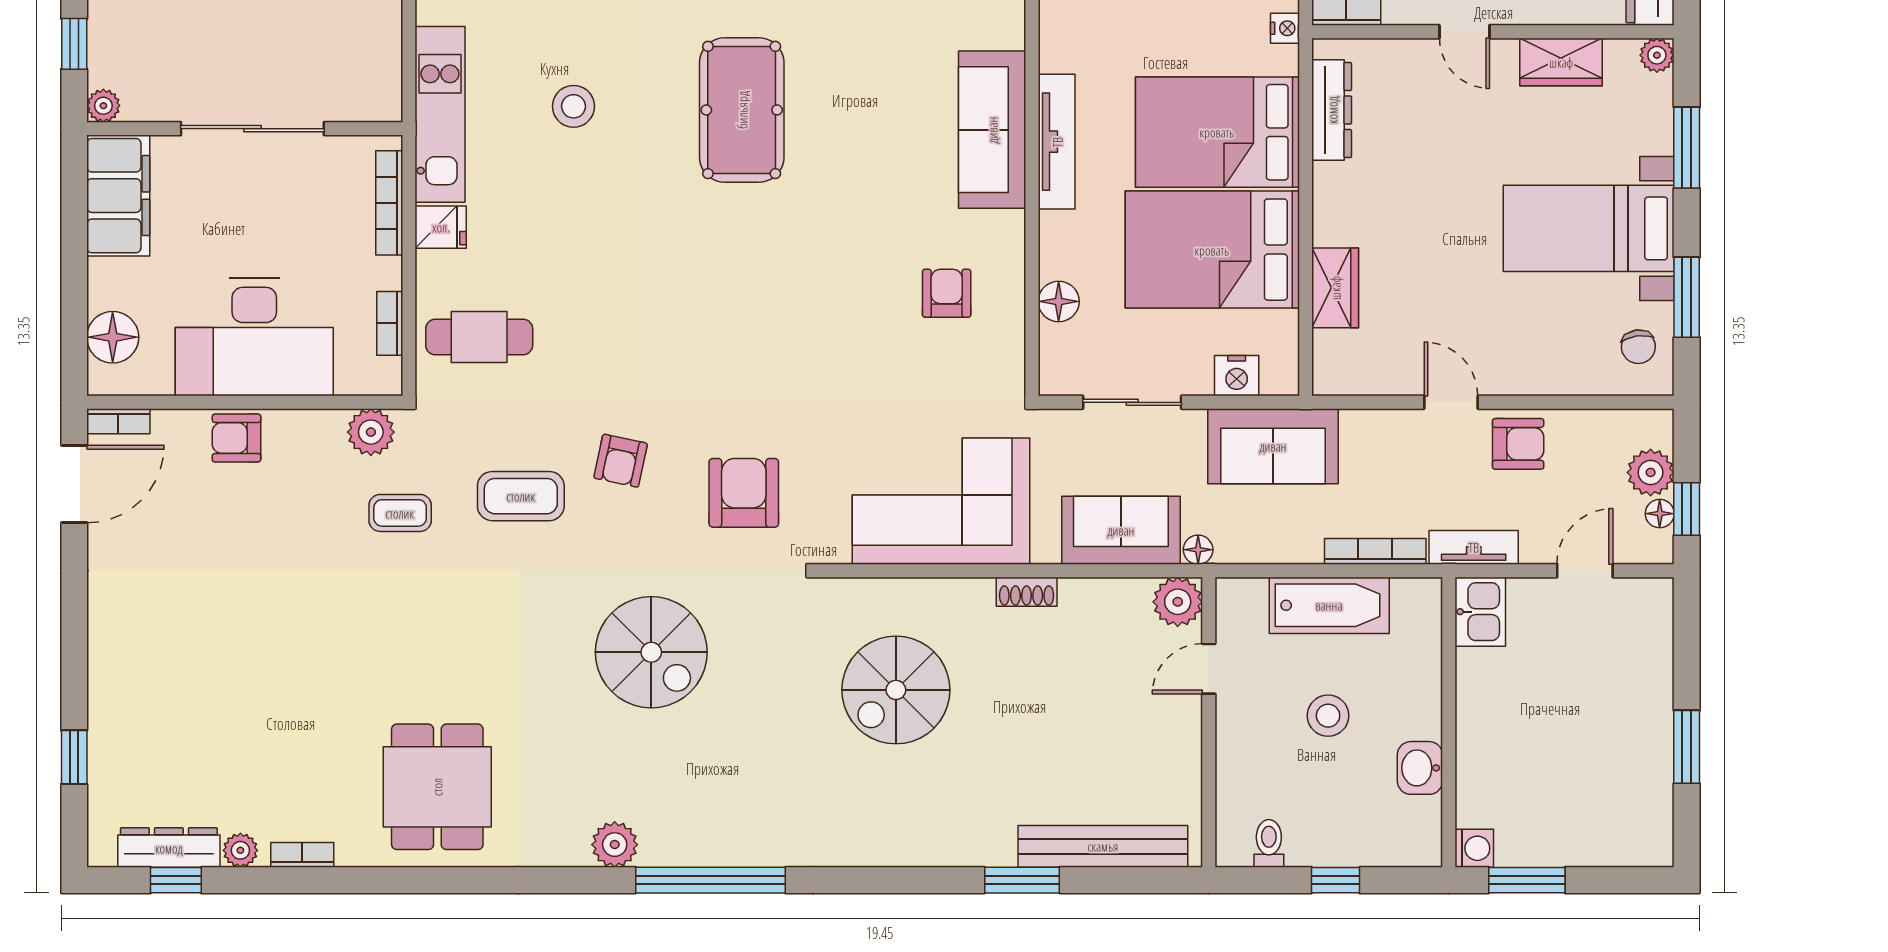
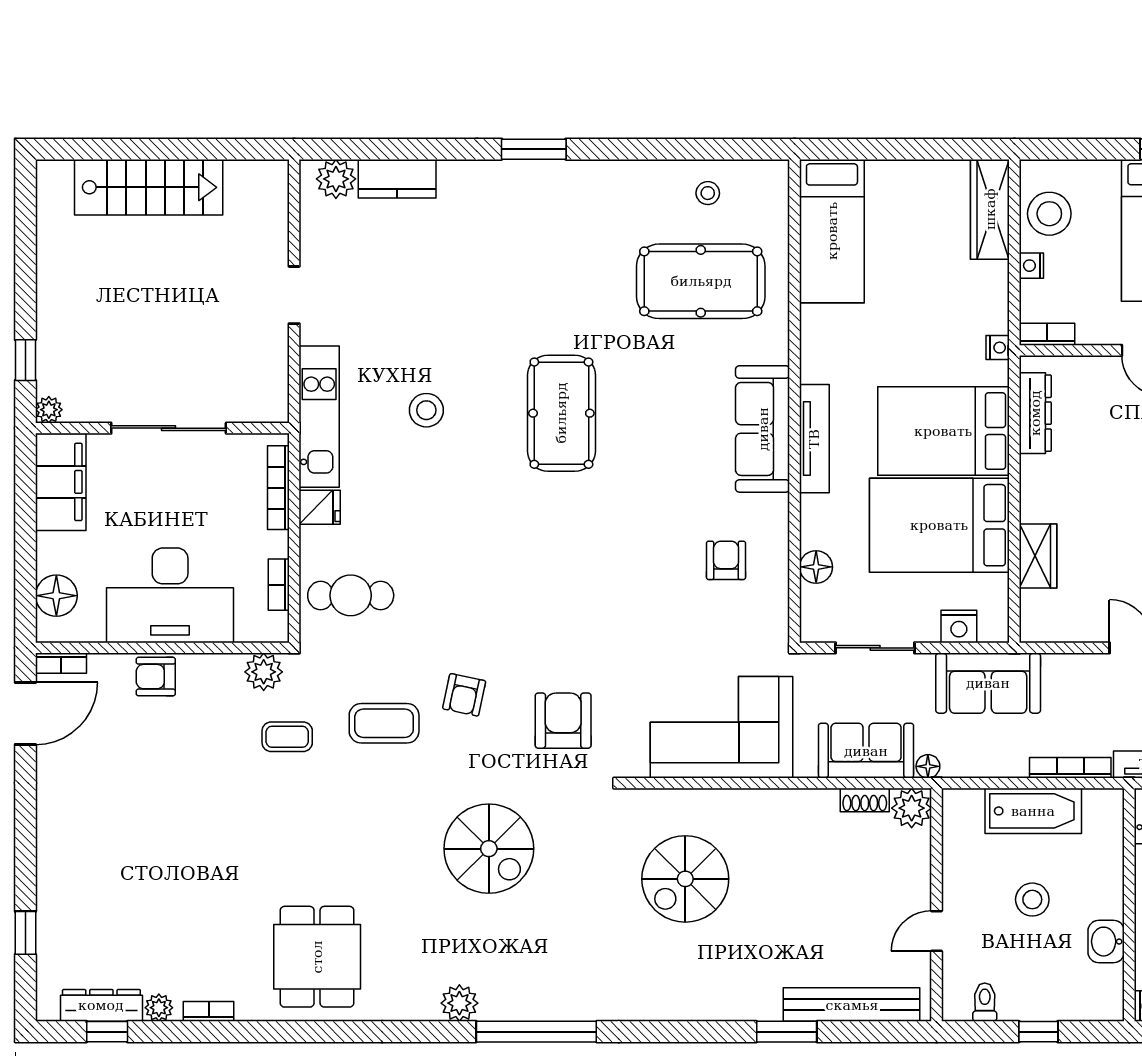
shoe rack: (1027, 592) -> (865, 800), moved
door: (1209, 669) -> (937, 931), moved

